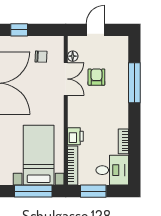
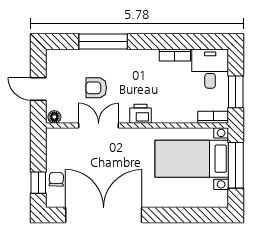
floor lamp: (73, 56) -> (54, 117), moved
chair: (41, 57) -> (56, 179), moved
printer: (75, 136) -> (140, 114), moved
bookcase: (73, 166) -> (213, 117), width x0.64

